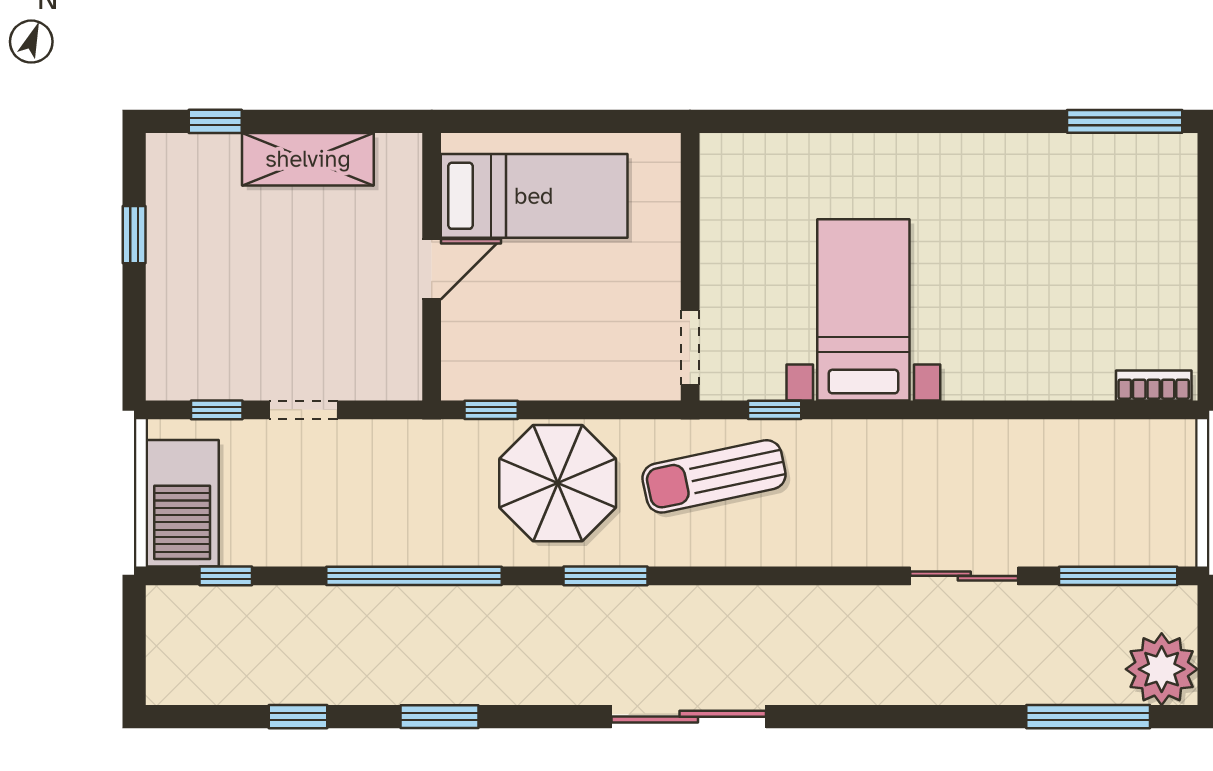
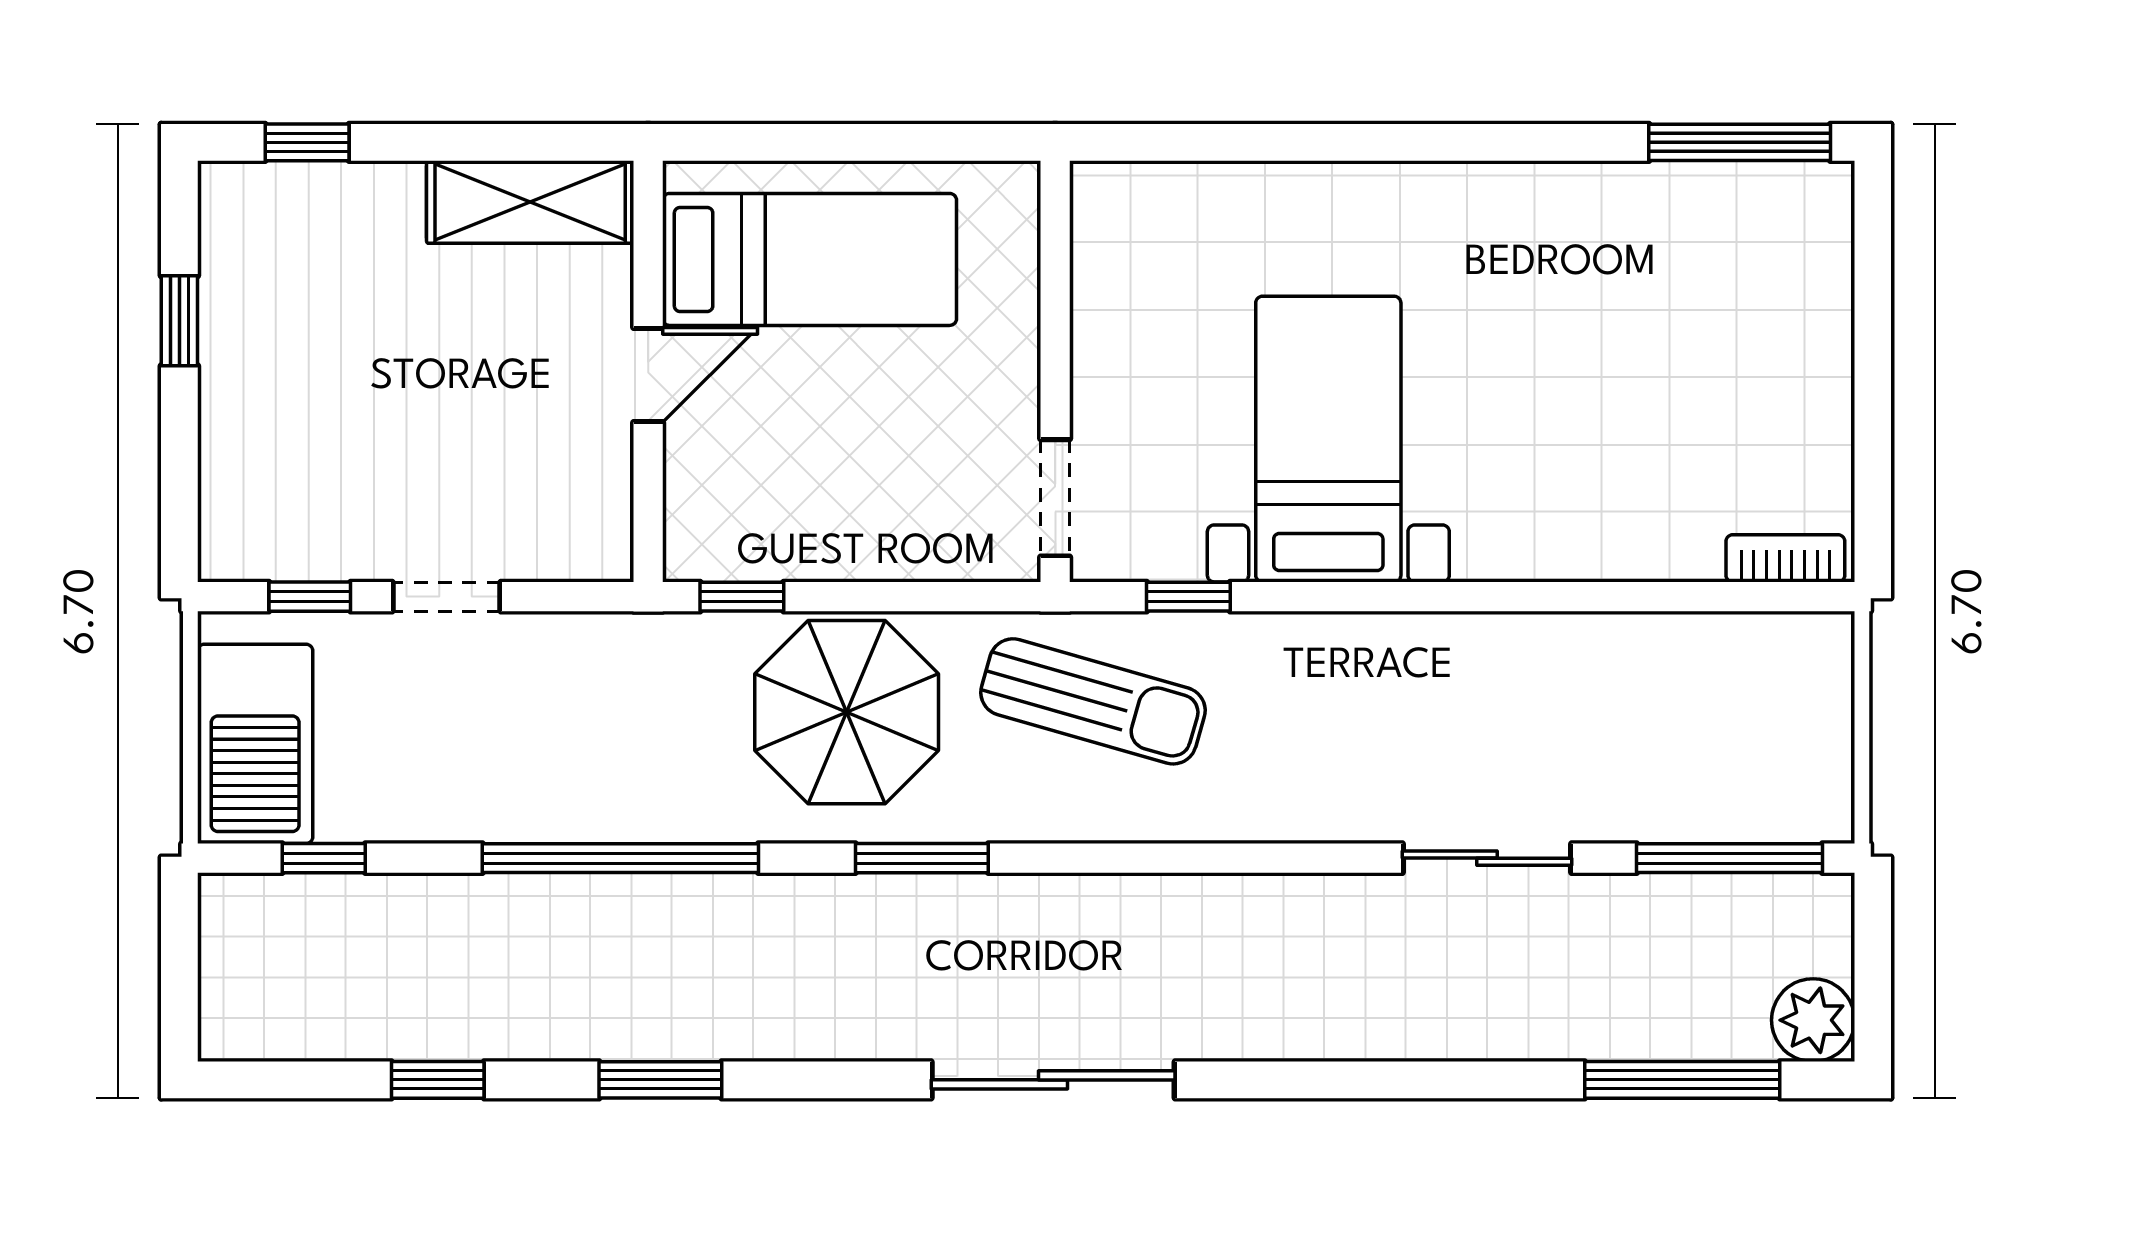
shelving: (308, 159) -> (530, 202), moved
sun lounger: (714, 476) -> (1093, 701), turned -152
plant: (1162, 669) -> (1813, 1020), width x0.73, depth x0.73

